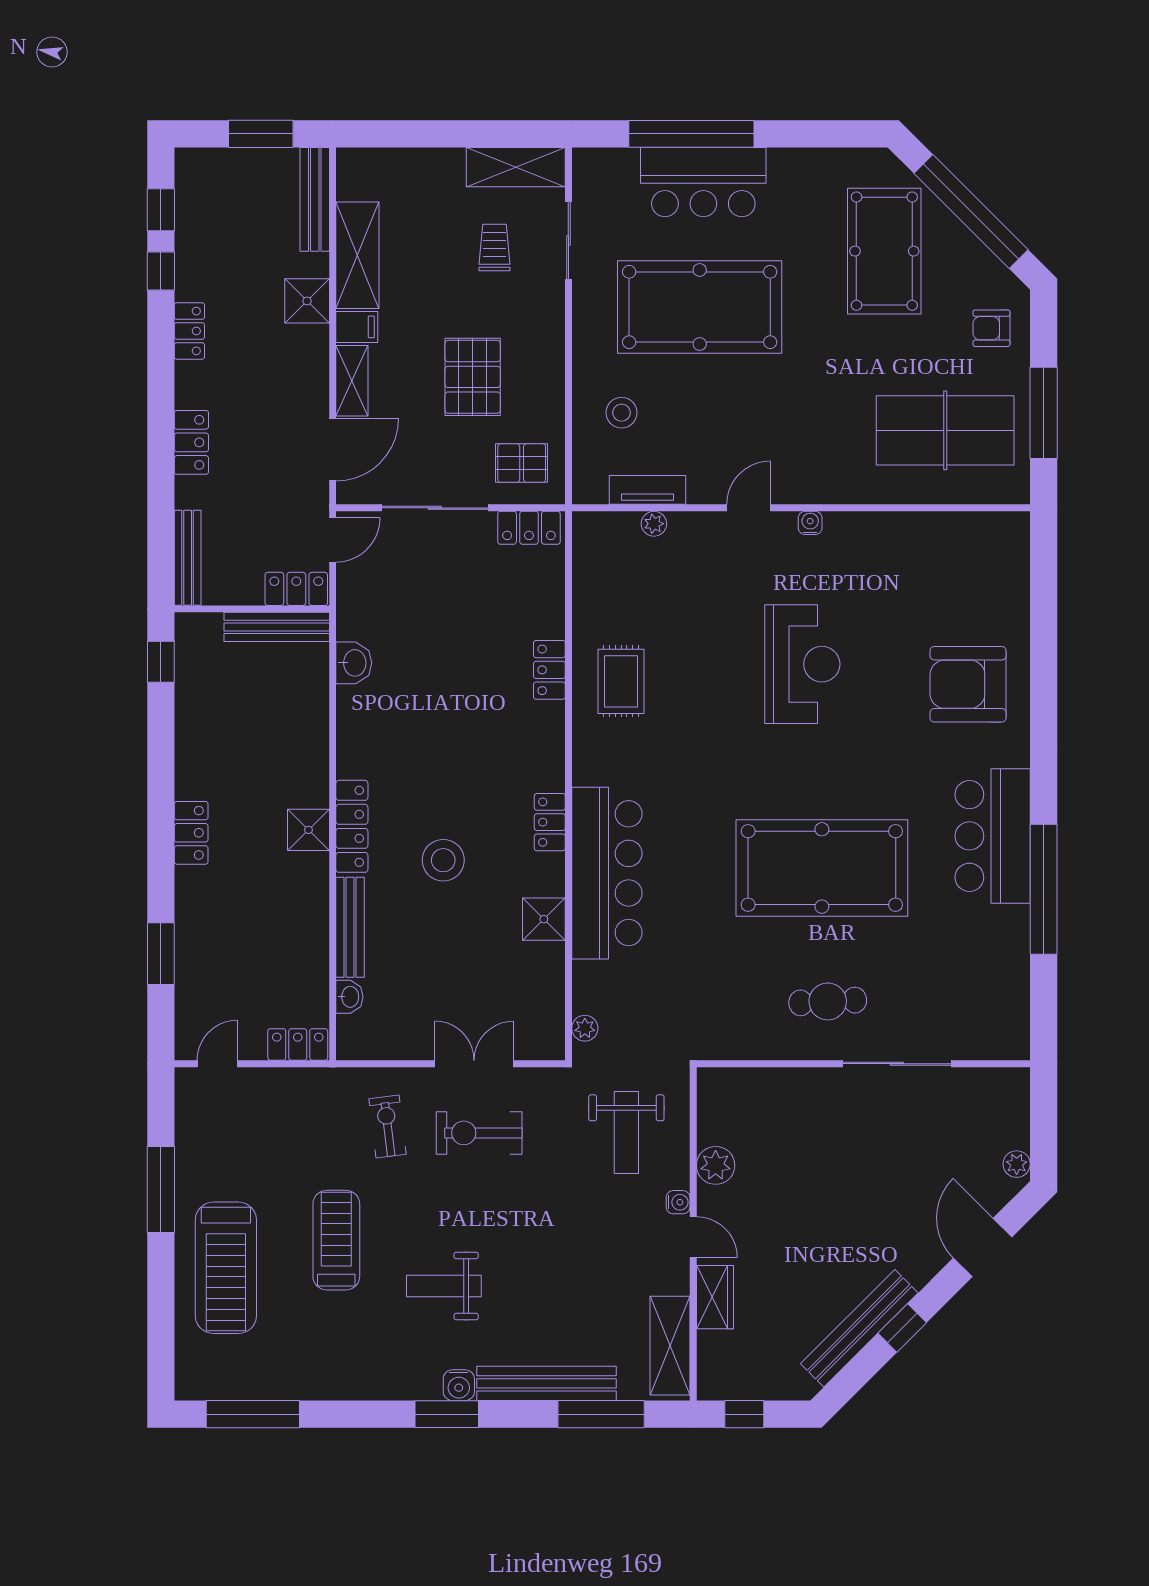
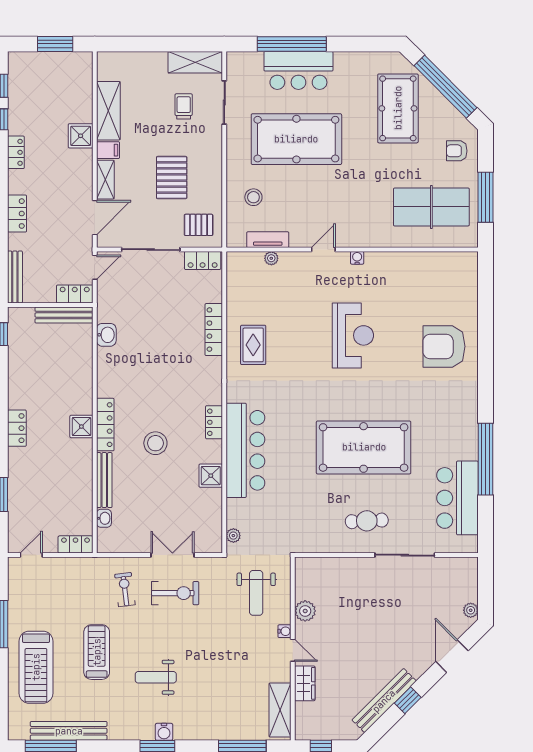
bench: (315, 199) -> (85, 80), removed
locker: (549, 670) -> (214, 330), width x1.53
bar counter: (993, 836) -> (457, 498), moved
exercise bike: (479, 1133) -> (175, 593), turned 180
bench: (547, 1383) -> (69, 731), moved

